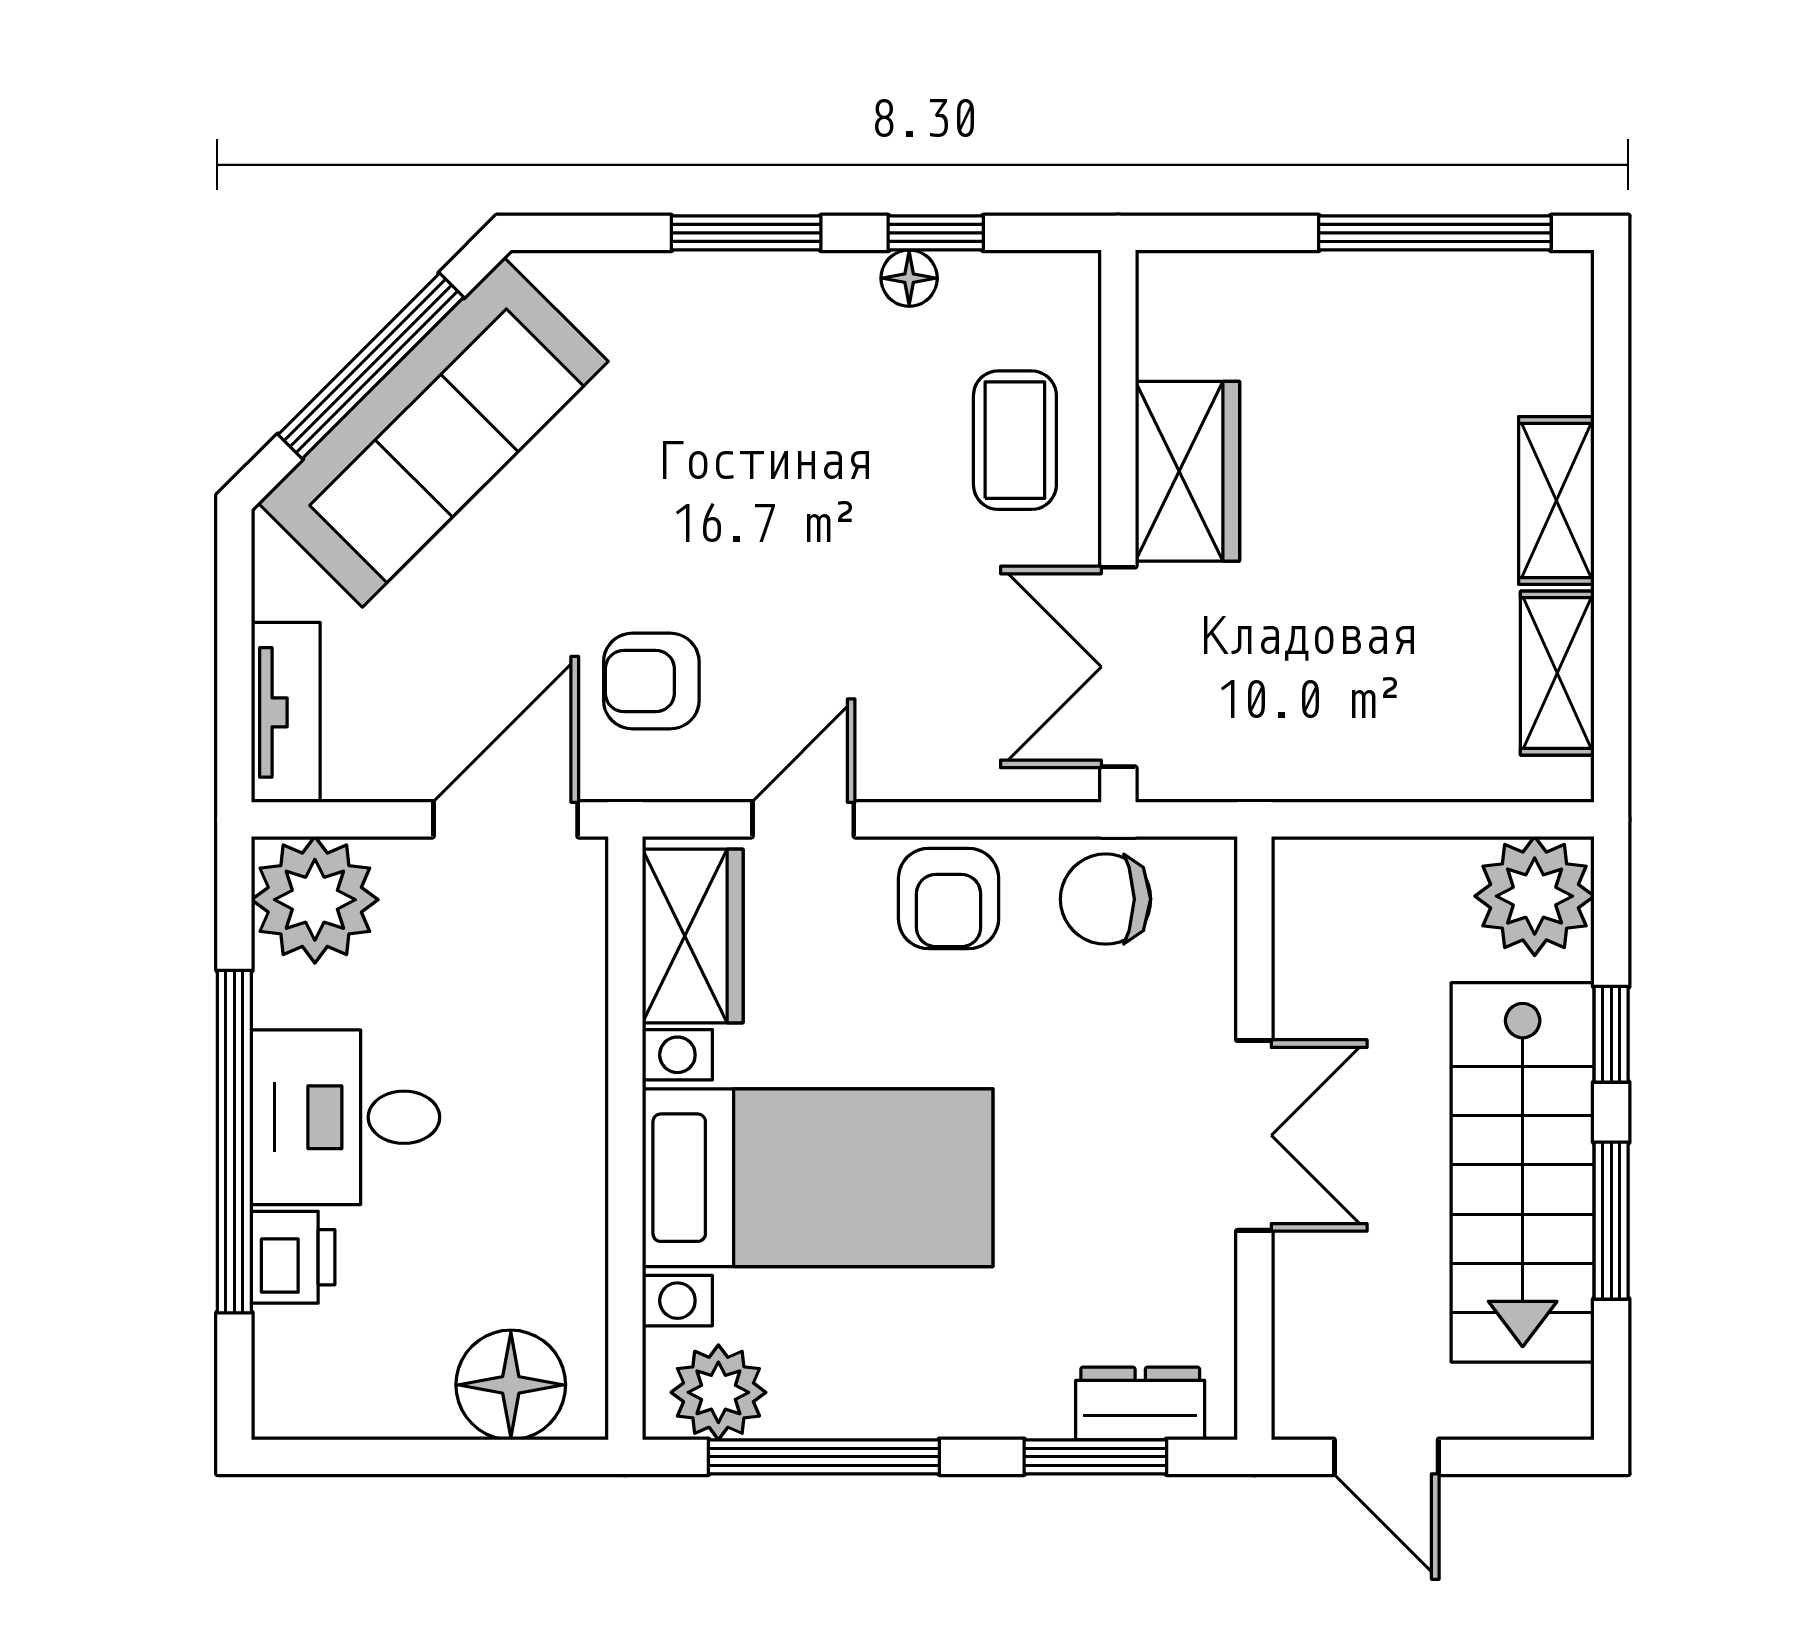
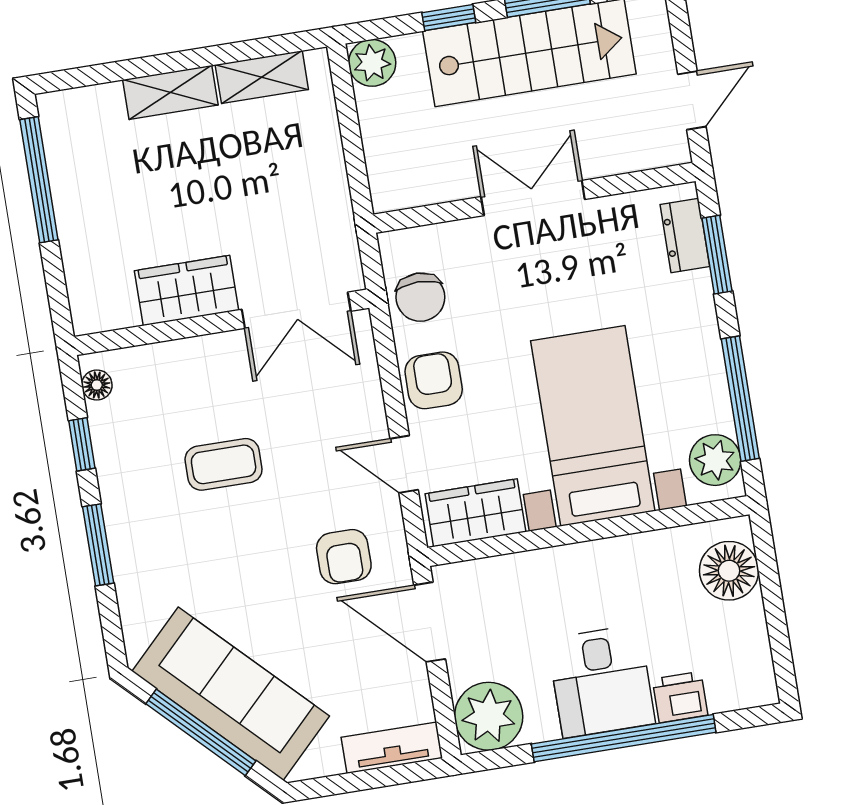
floor lamp: (909, 278) -> (97, 385), moved
coffee table: (1015, 440) -> (224, 464), moved
plant: (1535, 896) -> (372, 63), width x0.73, depth x0.73
armchair: (949, 899) -> (434, 380), turned -90

